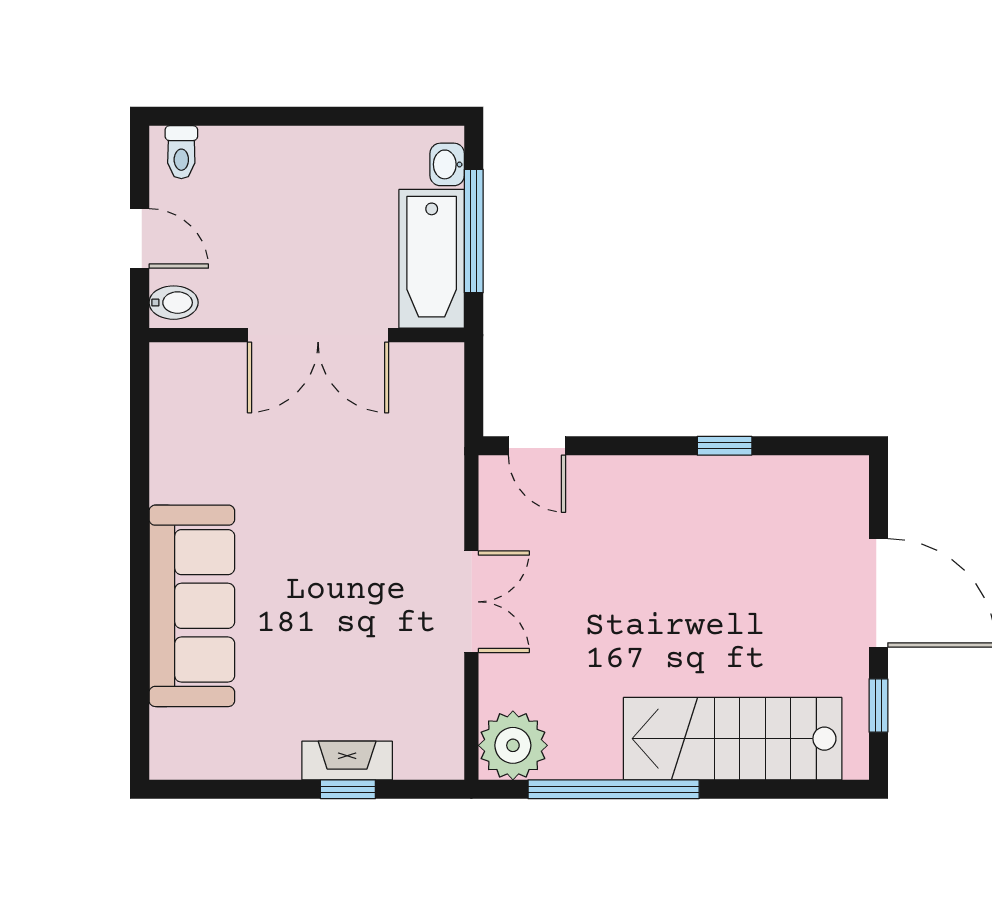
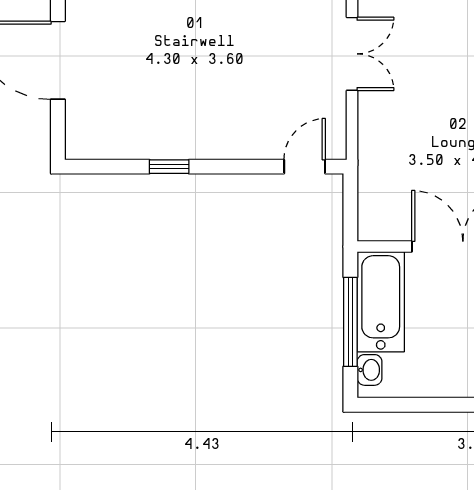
door: (537, 446) -> (305, 167), hinge flipped
double door: (471, 602) -> (352, 54), swing flipped

